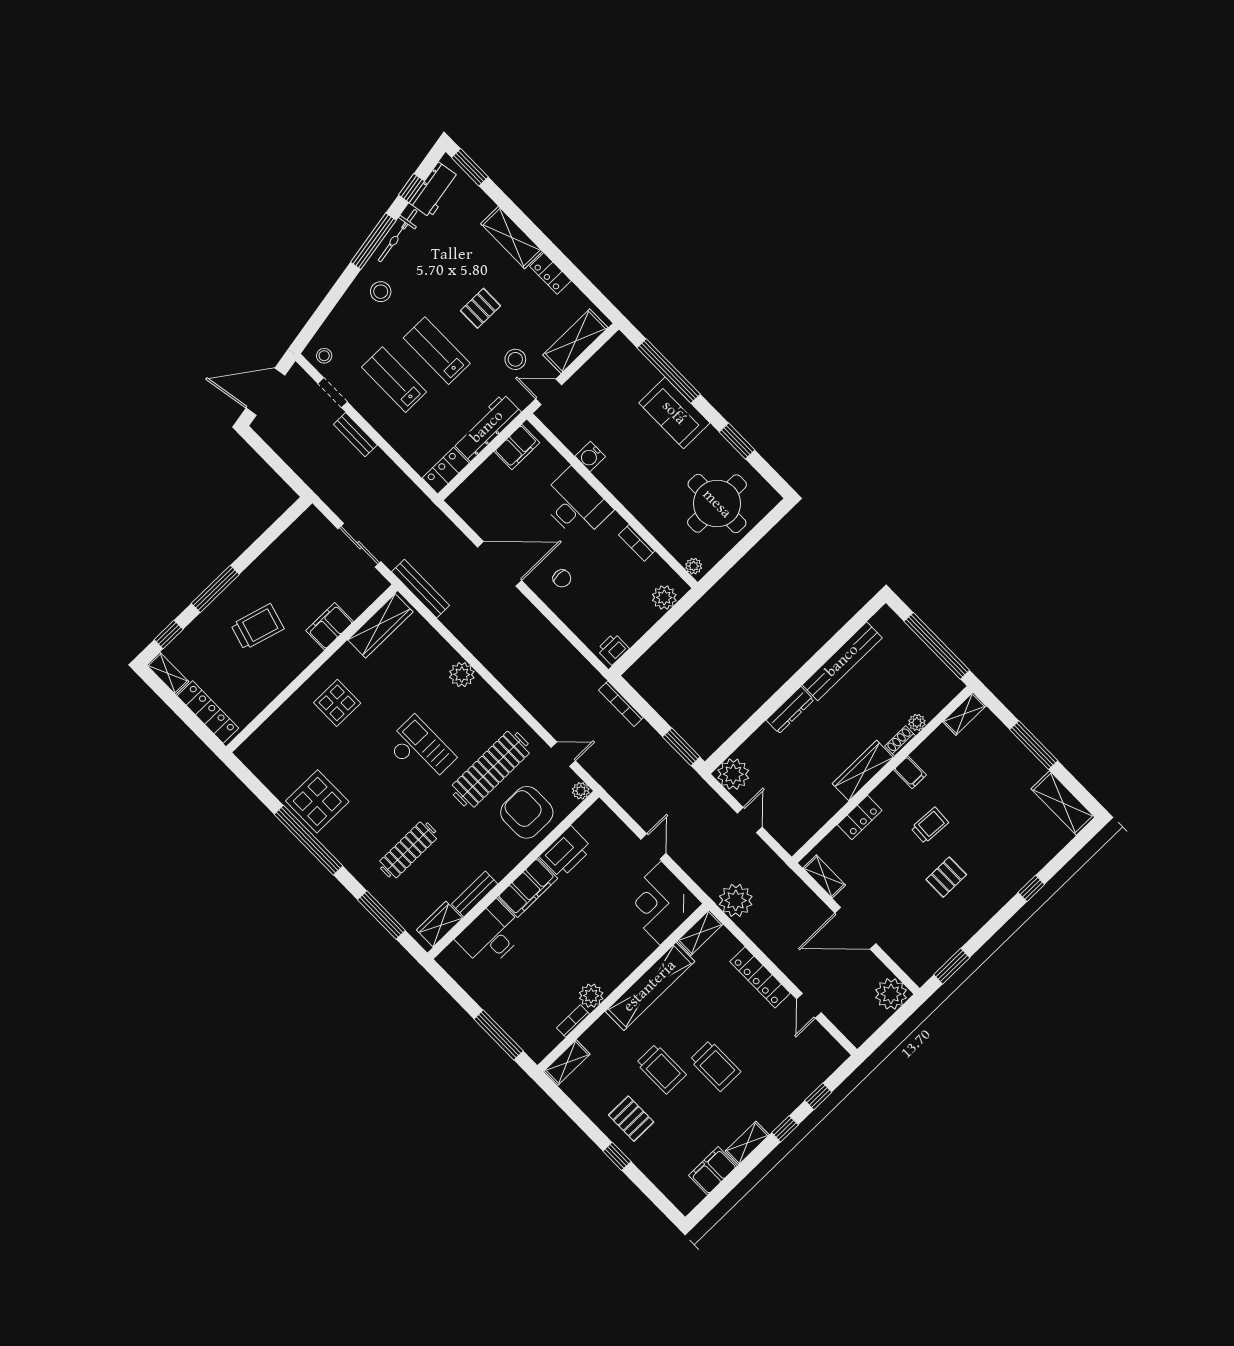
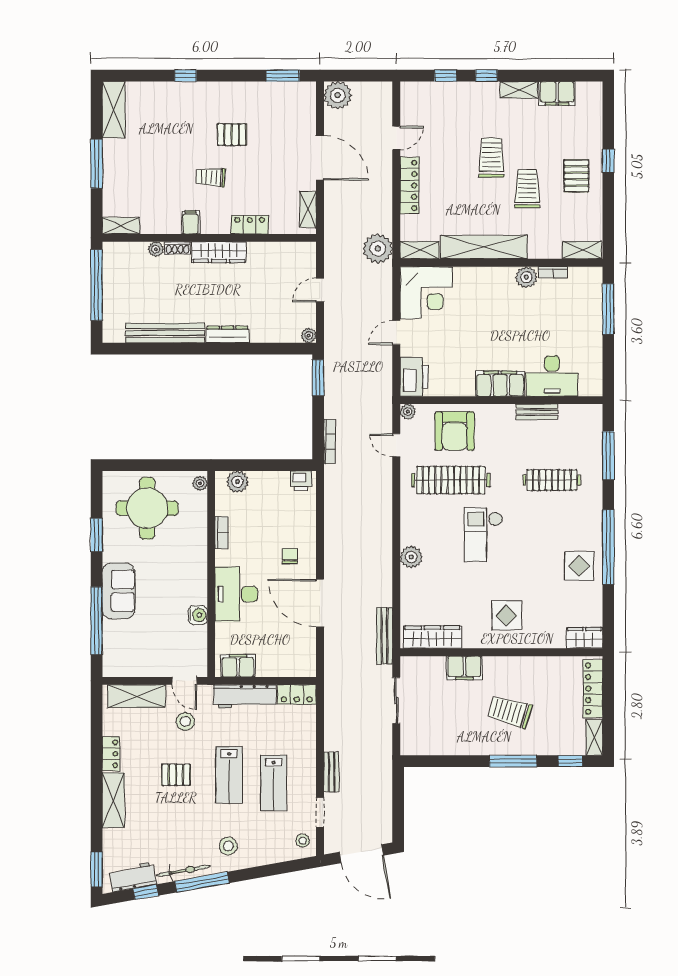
plant: (733, 774) -> (309, 335), width x0.53, depth x0.53
display table: (317, 801) -> (579, 566), width x0.73, depth x0.73
printer: (566, 852) -> (414, 377), moved, turned 90
wardrobe: (440, 924) -> (584, 638), moved, turned 180

